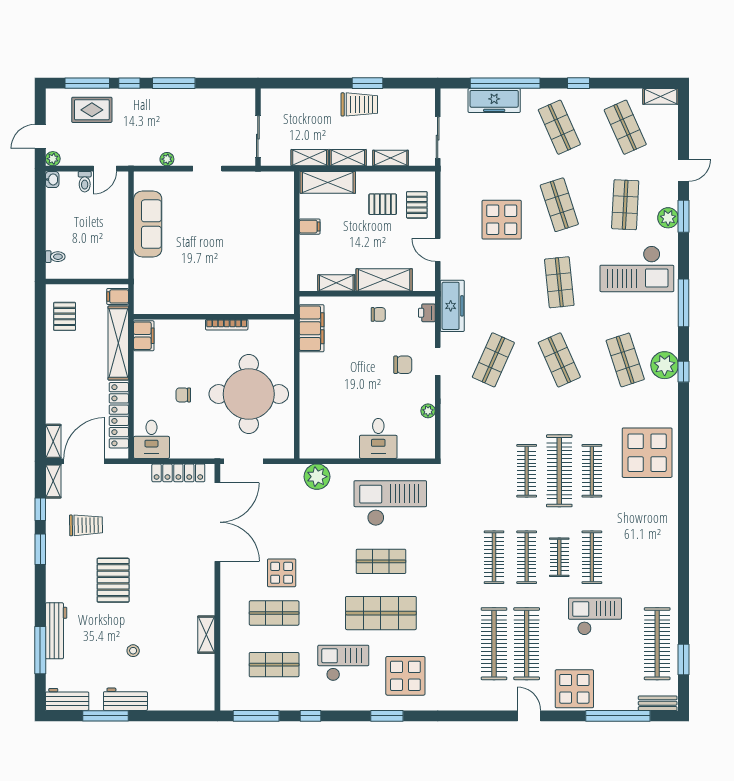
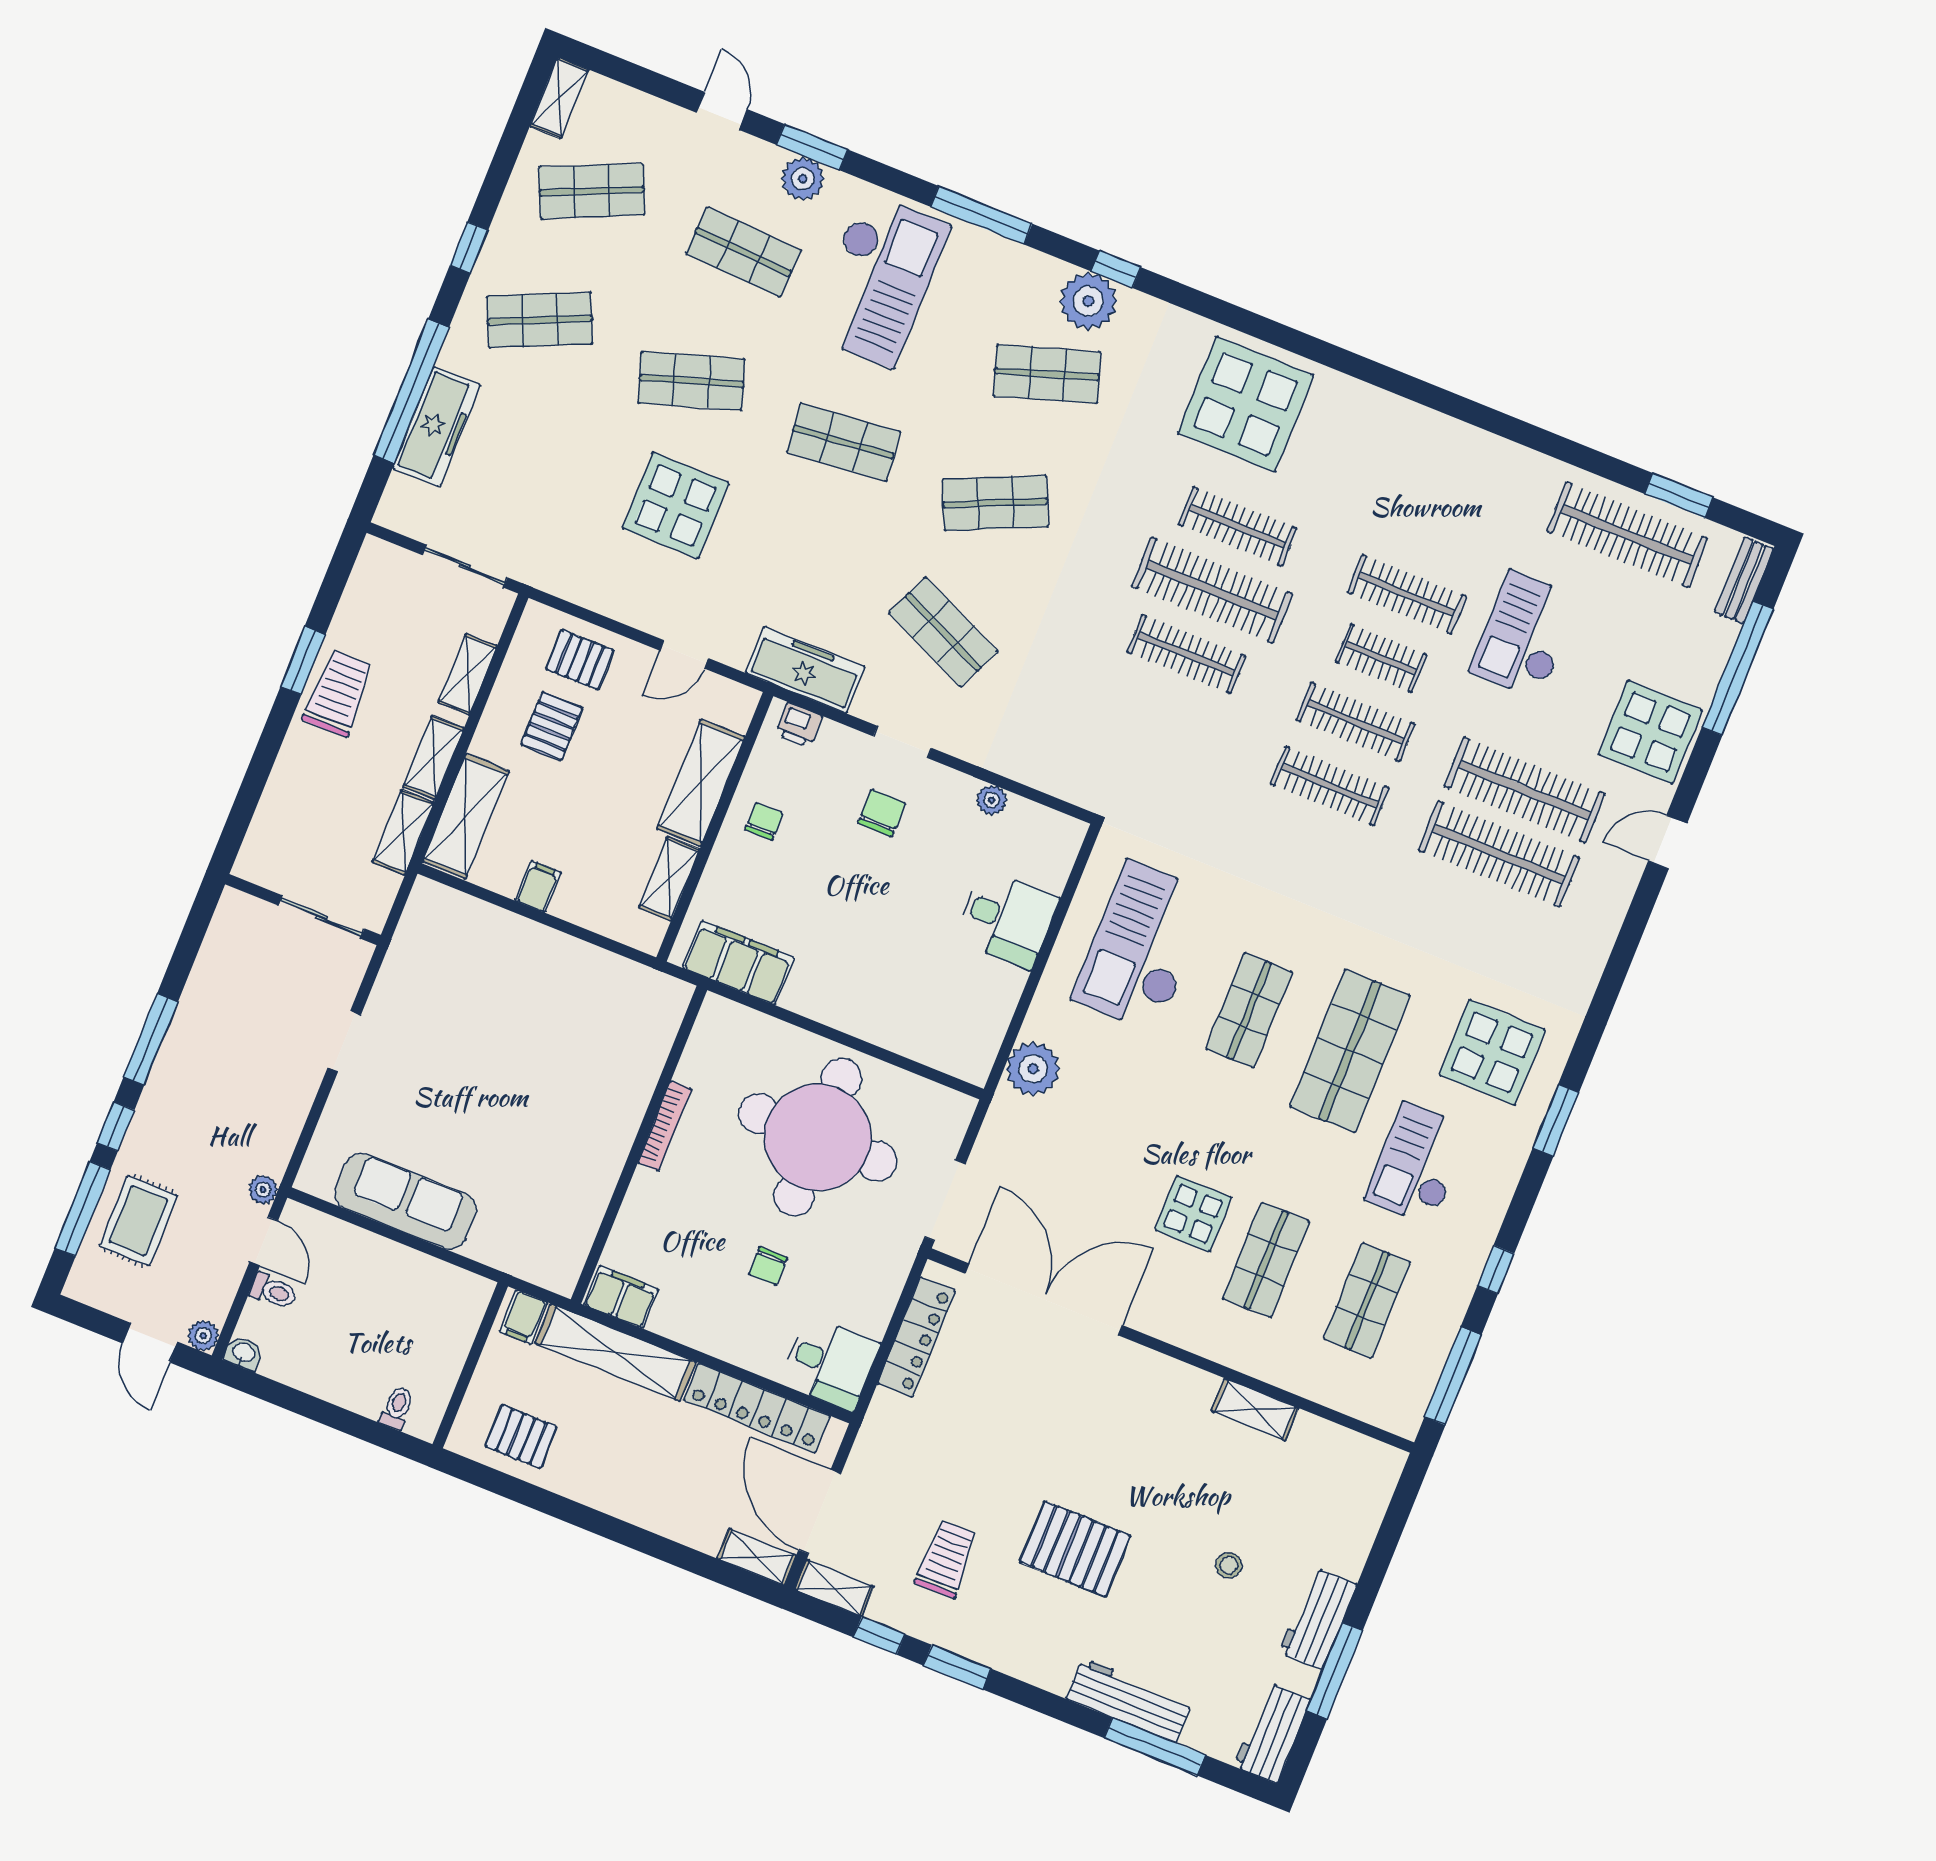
plant: (167, 159) -> (263, 1190), moved

